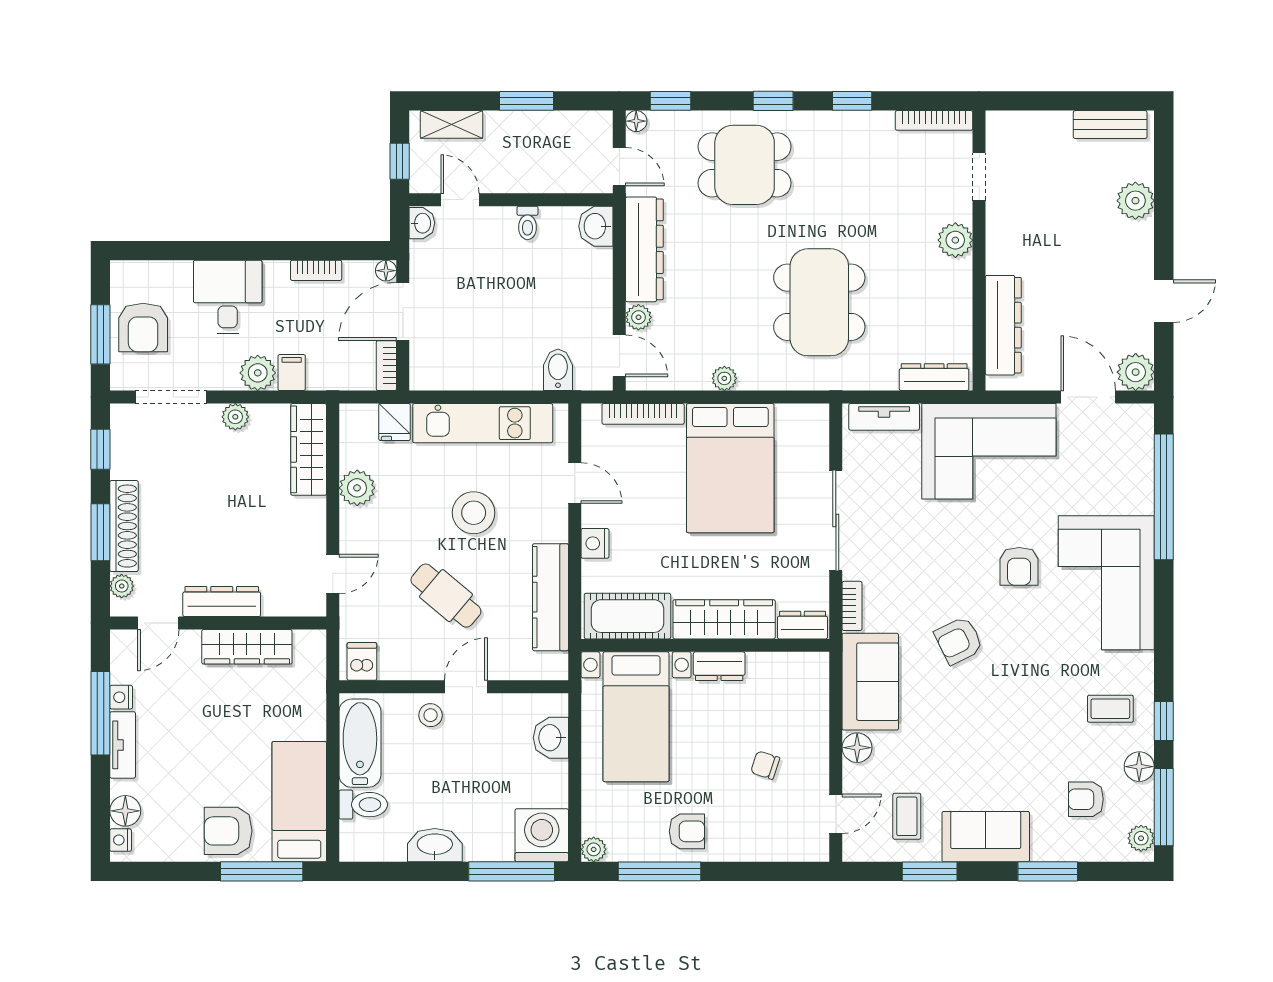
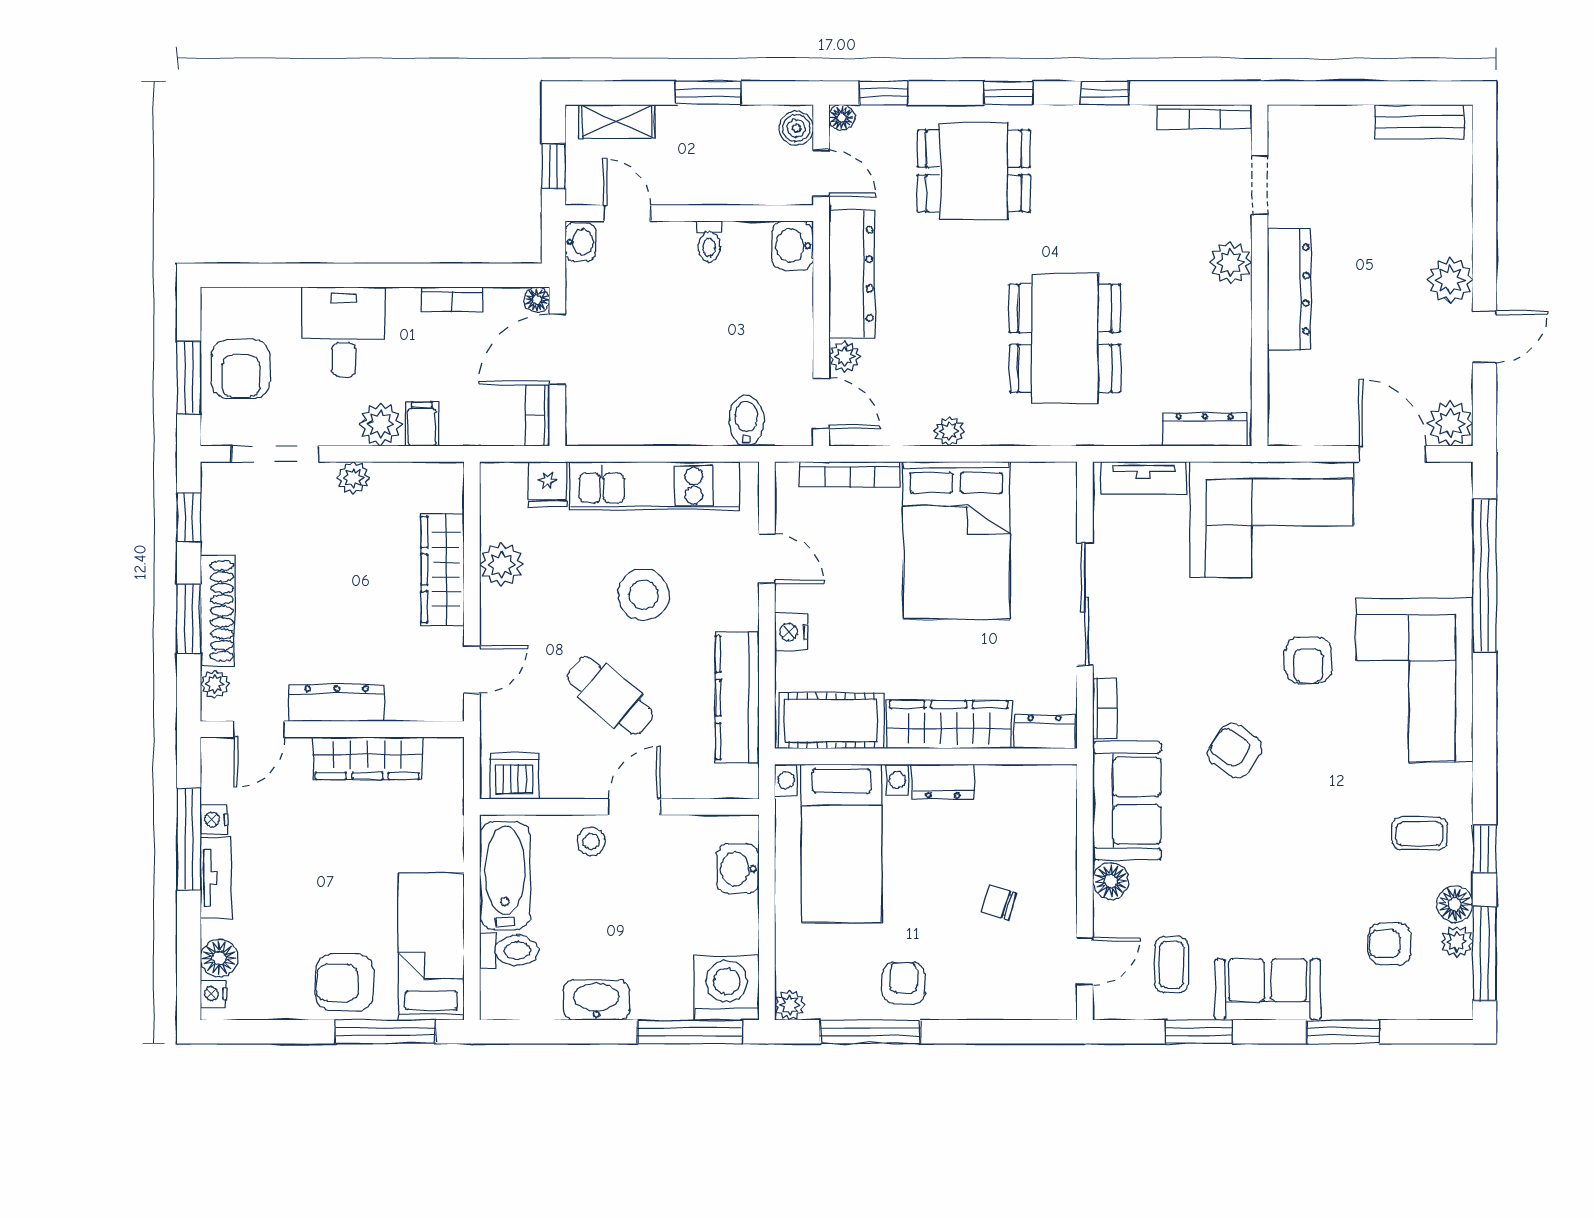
boiler: (599, 130) -> (796, 128), added
plant: (1135, 201) -> (1450, 280), moved
dresser: (1003, 325) -> (1289, 289), moved
wardrobe: (309, 449) -> (443, 569), moved
armchair: (959, 641) -> (1235, 751), turned 60
dishwasher: (362, 661) -> (514, 776), width x1.38
armchair: (687, 831) -> (904, 983), turned -90
plant: (1141, 838) -> (1457, 942), moved

